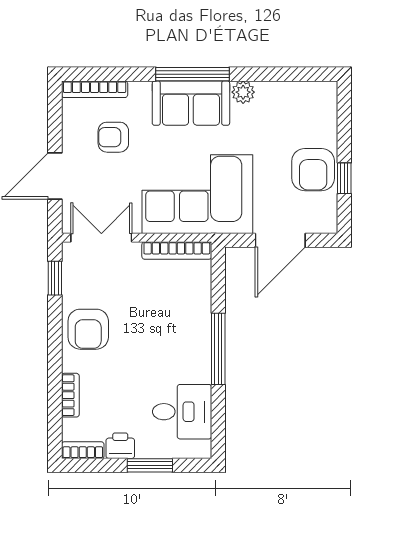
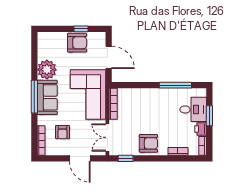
plant: (243, 92) -> (47, 70), width x1.87, depth x1.87
window: (218, 349) -> (175, 85), moved
desk: (182, 412) -> (193, 109), moved, turned 90

